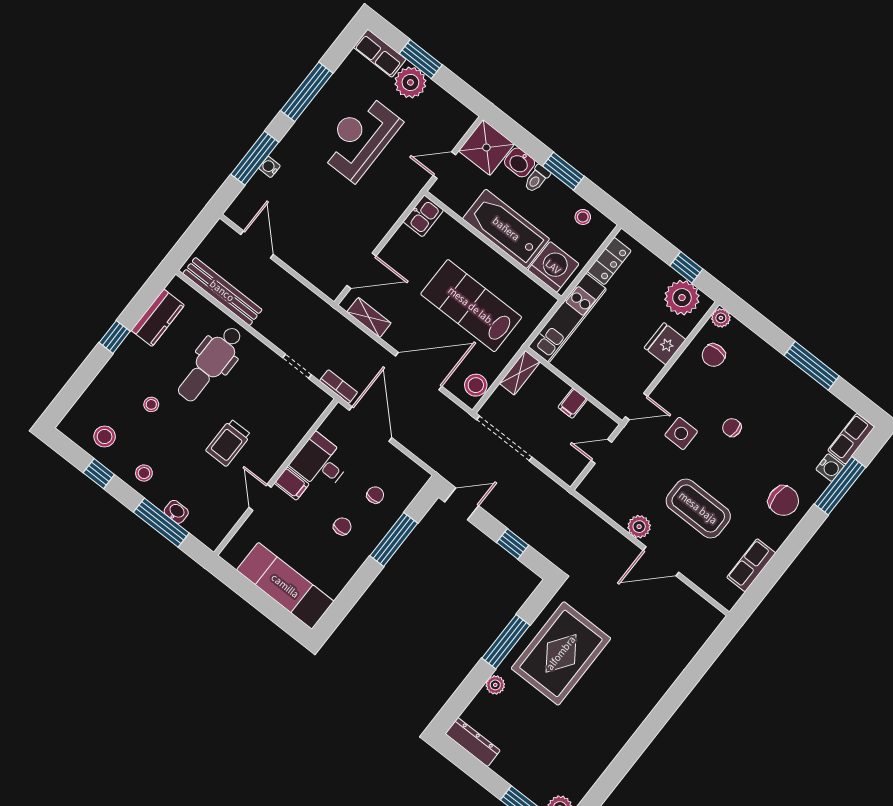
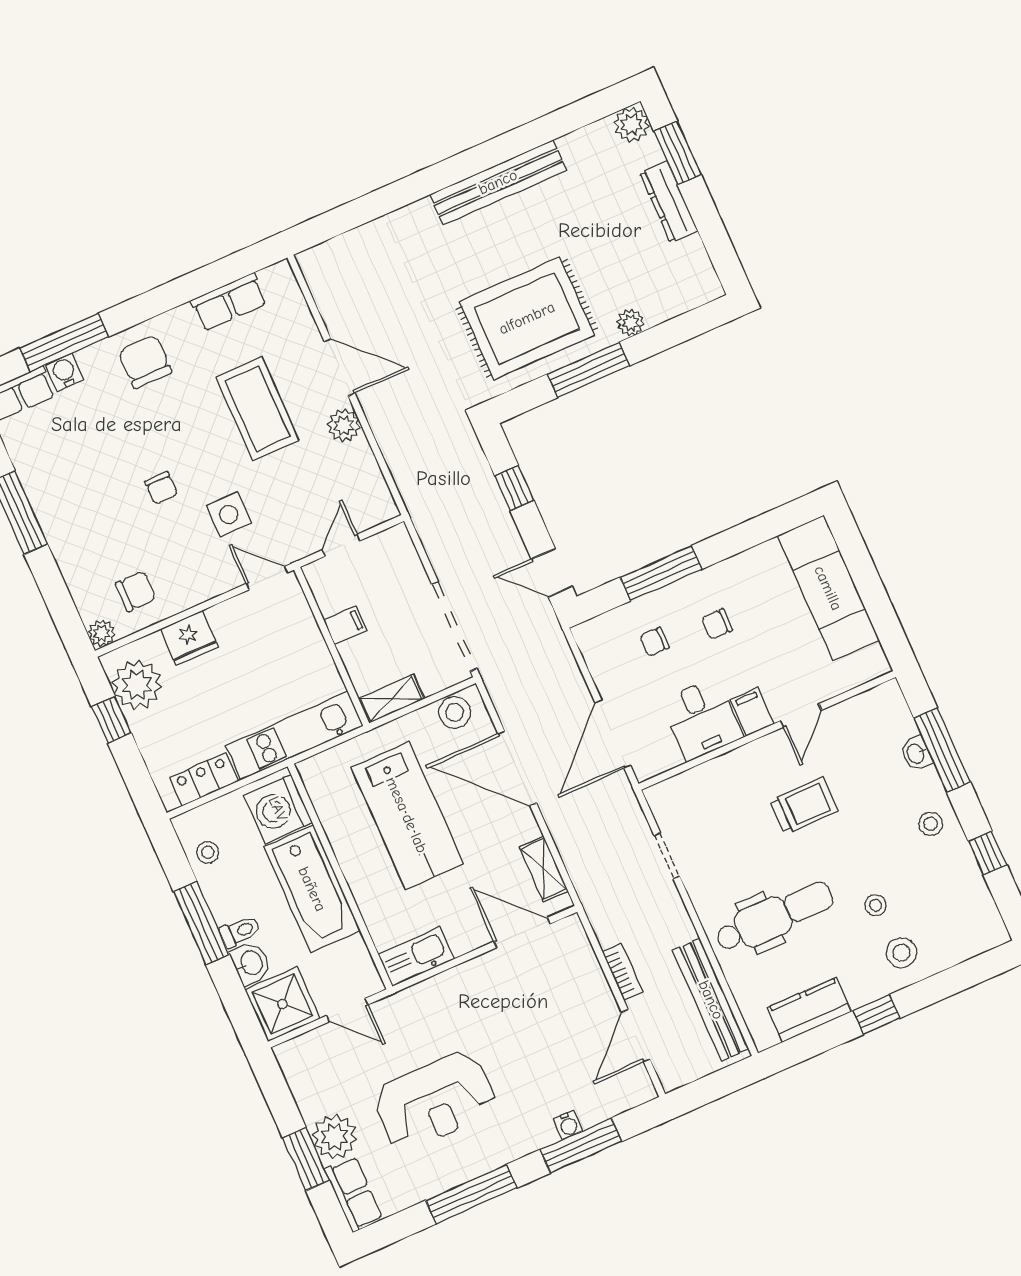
window: (563, 171) -> (201, 923), width x1.44
kitchen sink: (423, 216) -> (416, 957), width x1.38
bookcase: (339, 387) -> (622, 972), moved, turned 180
stool: (105, 437) -> (901, 953), moved
door: (601, 451) -> (341, 545), swing flipped
bench: (624, 728) -> (498, 182), added
dresser: (473, 742) -> (669, 202), moved

